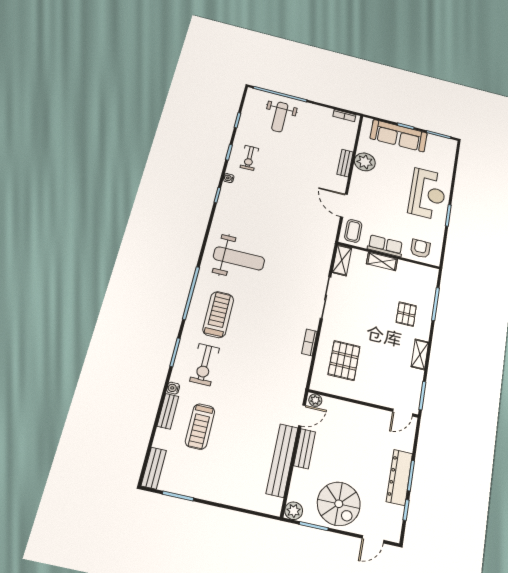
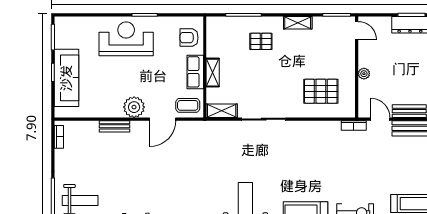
plant: (365, 162) -> (134, 107), moved
bookcase: (309, 342) -> (354, 125), moved
plant: (315, 400) -> (364, 74), moved

